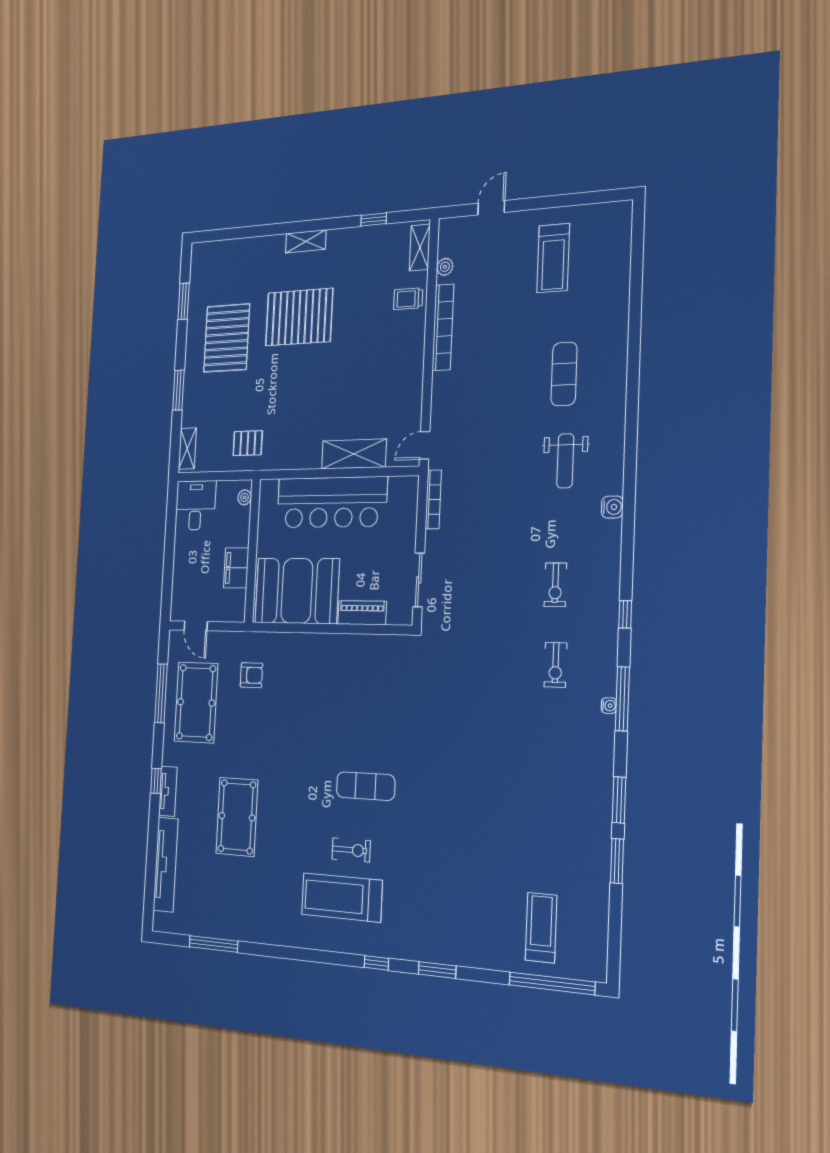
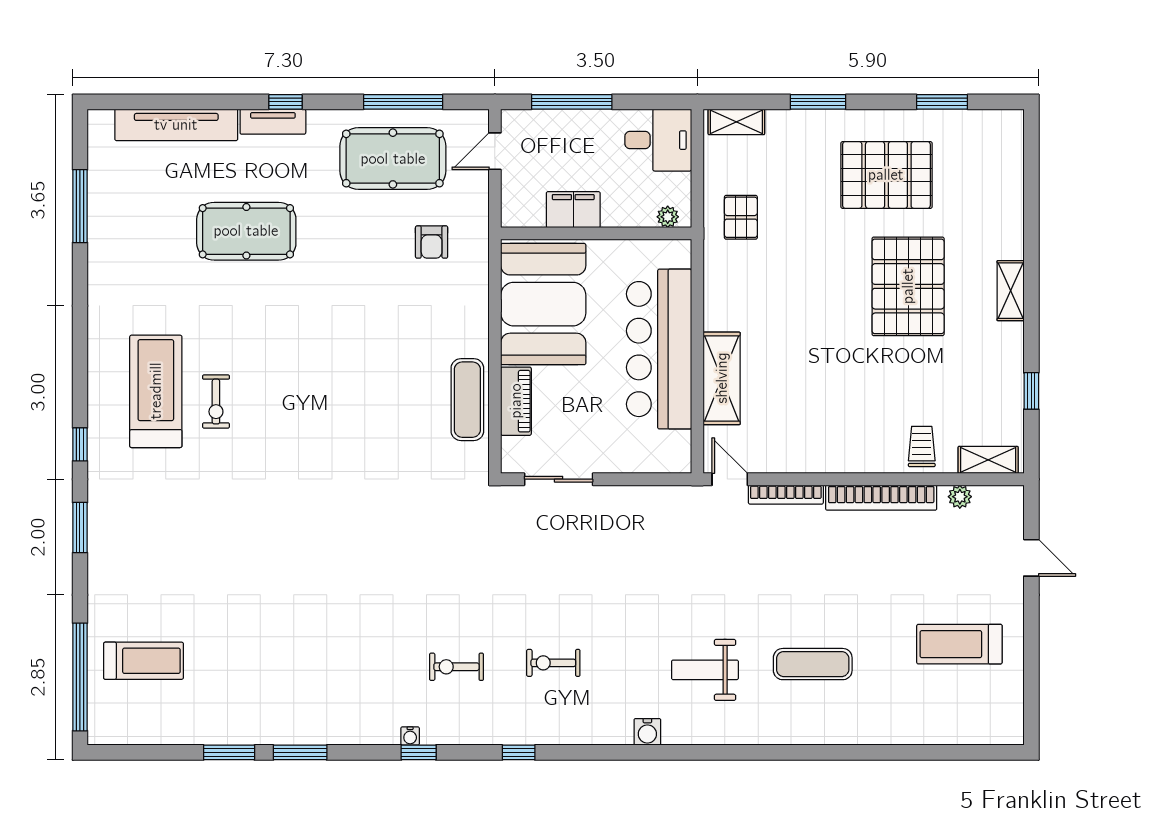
bookcase: (433, 499) -> (786, 495), moved
window: (168, 569) -> (572, 102), added
window: (622, 699) -> (419, 752), width x0.46
exercise mat: (366, 786) -> (467, 400), moved

